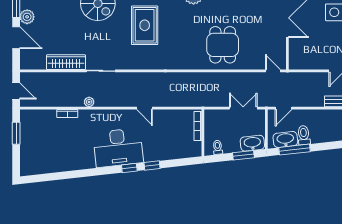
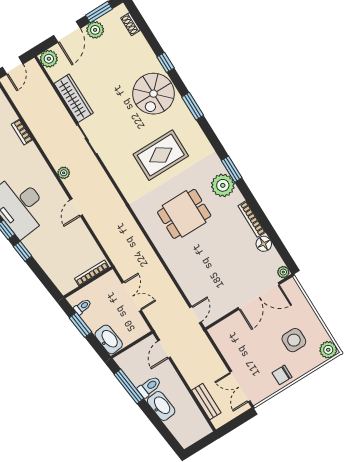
dining table: (223, 45) -> (184, 214), moved
plant: (27, 62) -> (49, 59), added
plant: (89, 102) -> (64, 173), moved
double door: (243, 108) -> (132, 297), moved
door: (284, 108) -> (164, 349), hinge flipped
washbasin: (285, 139) -> (161, 406), moved
window: (243, 155) -> (81, 325), moved

